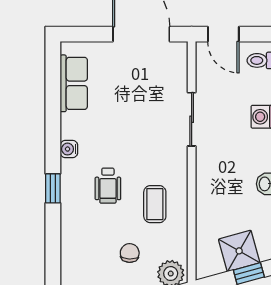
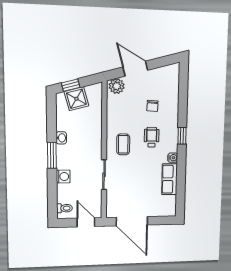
row of seats: (74, 83) -> (170, 179), moved
coffee table: (155, 204) -> (123, 144), moved
chair: (130, 253) -> (152, 106), moved

